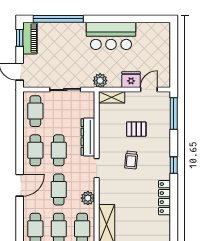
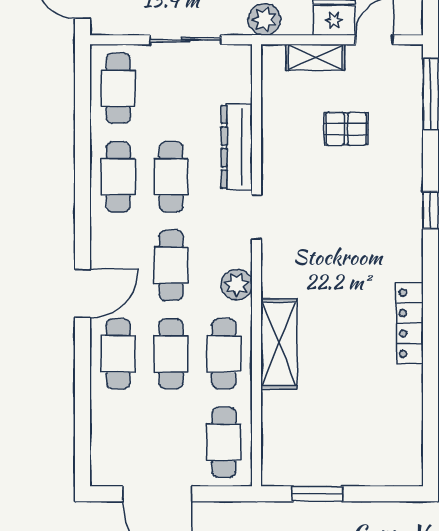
shelving: (112, 97) -> (315, 57), moved
trolley: (131, 160) -> (334, 199), removed
door: (20, 185) -> (83, 293), moved
locker: (165, 198) -> (410, 323), moved

